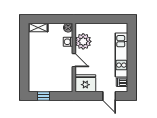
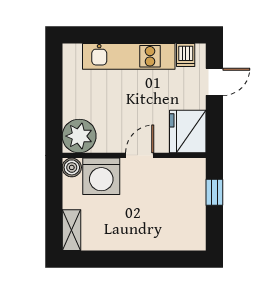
plant: (83, 41) -> (79, 136), moved
washing machine: (68, 42) -> (101, 176), width x1.89, depth x1.89
window: (44, 96) -> (214, 192), moved

